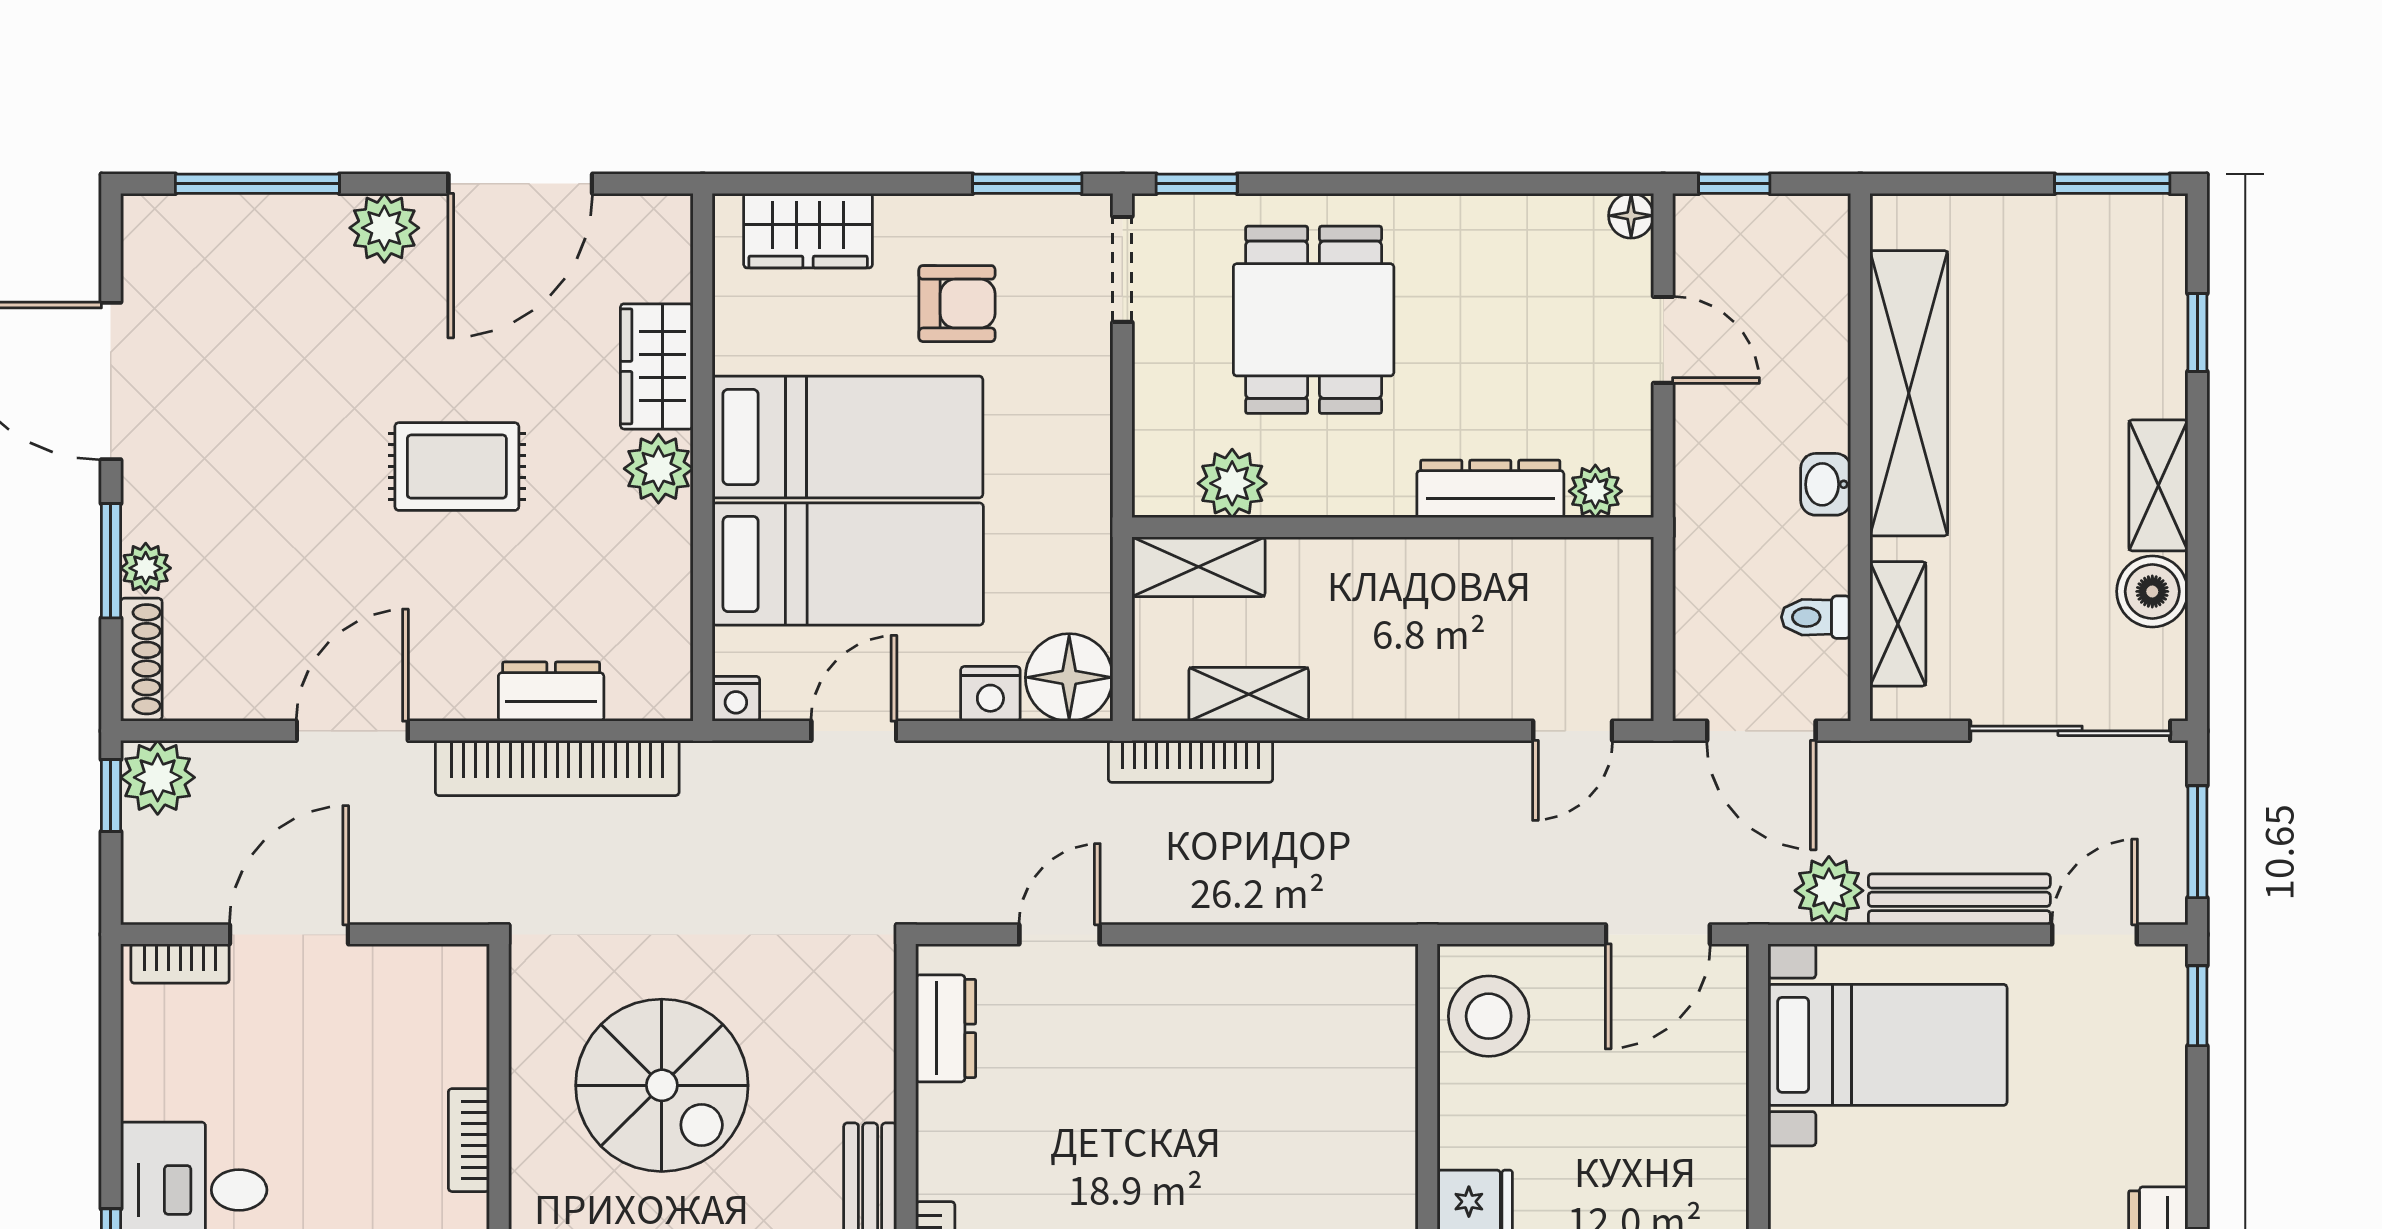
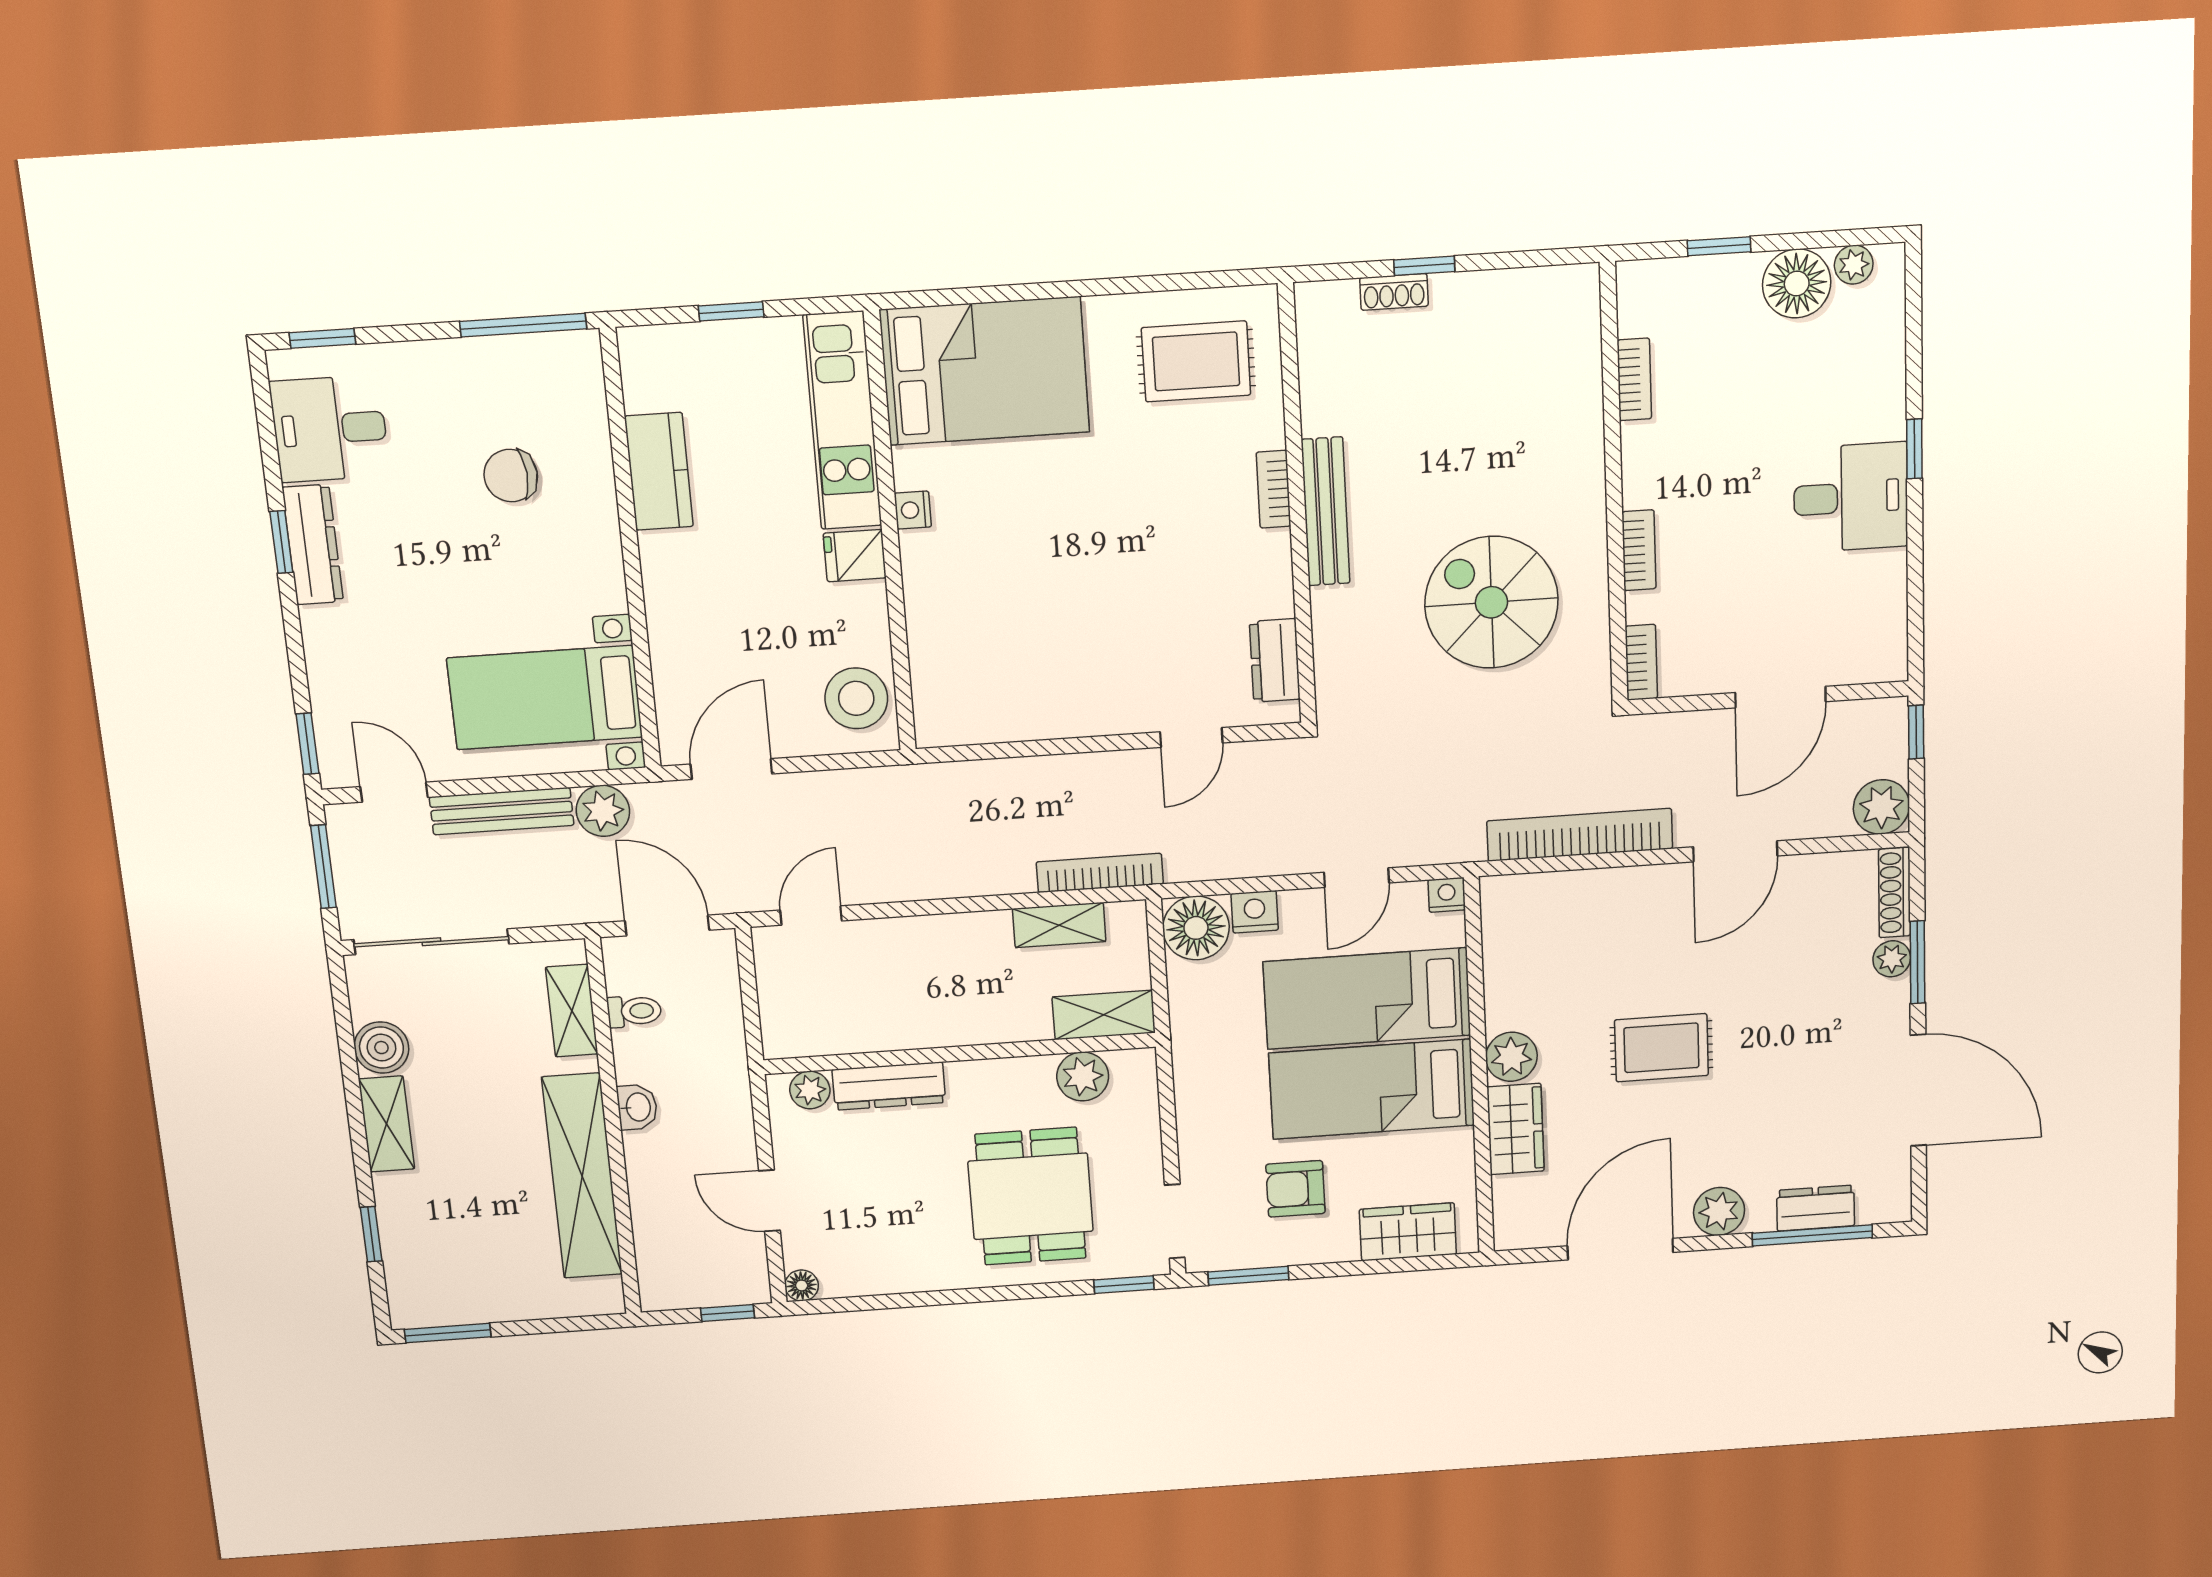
dresser: (551, 692) -> (1816, 1208), moved, turned 180
window: (111, 795) -> (1916, 732), moved
door: (2095, 934) -> (394, 792), swing flipped
bookcase: (180, 964) -> (1641, 662), moved, turned 90

